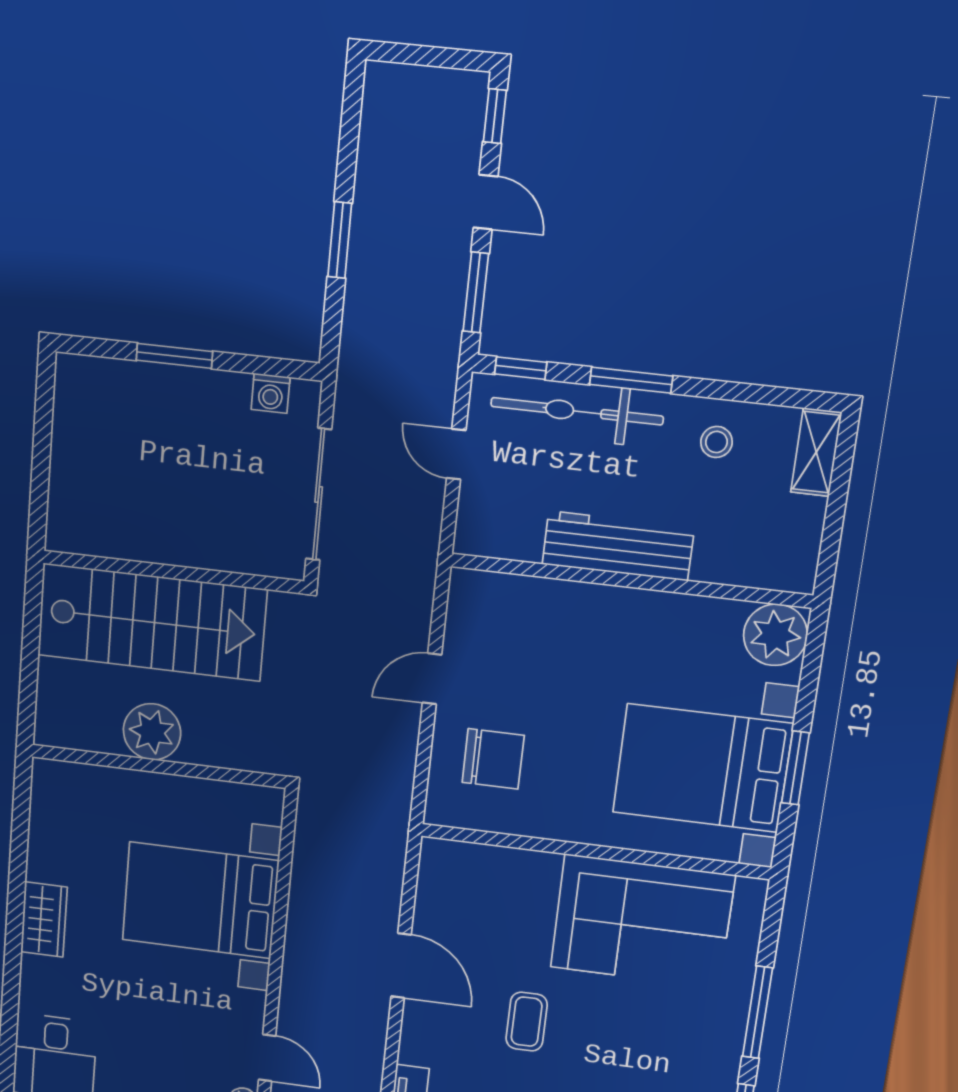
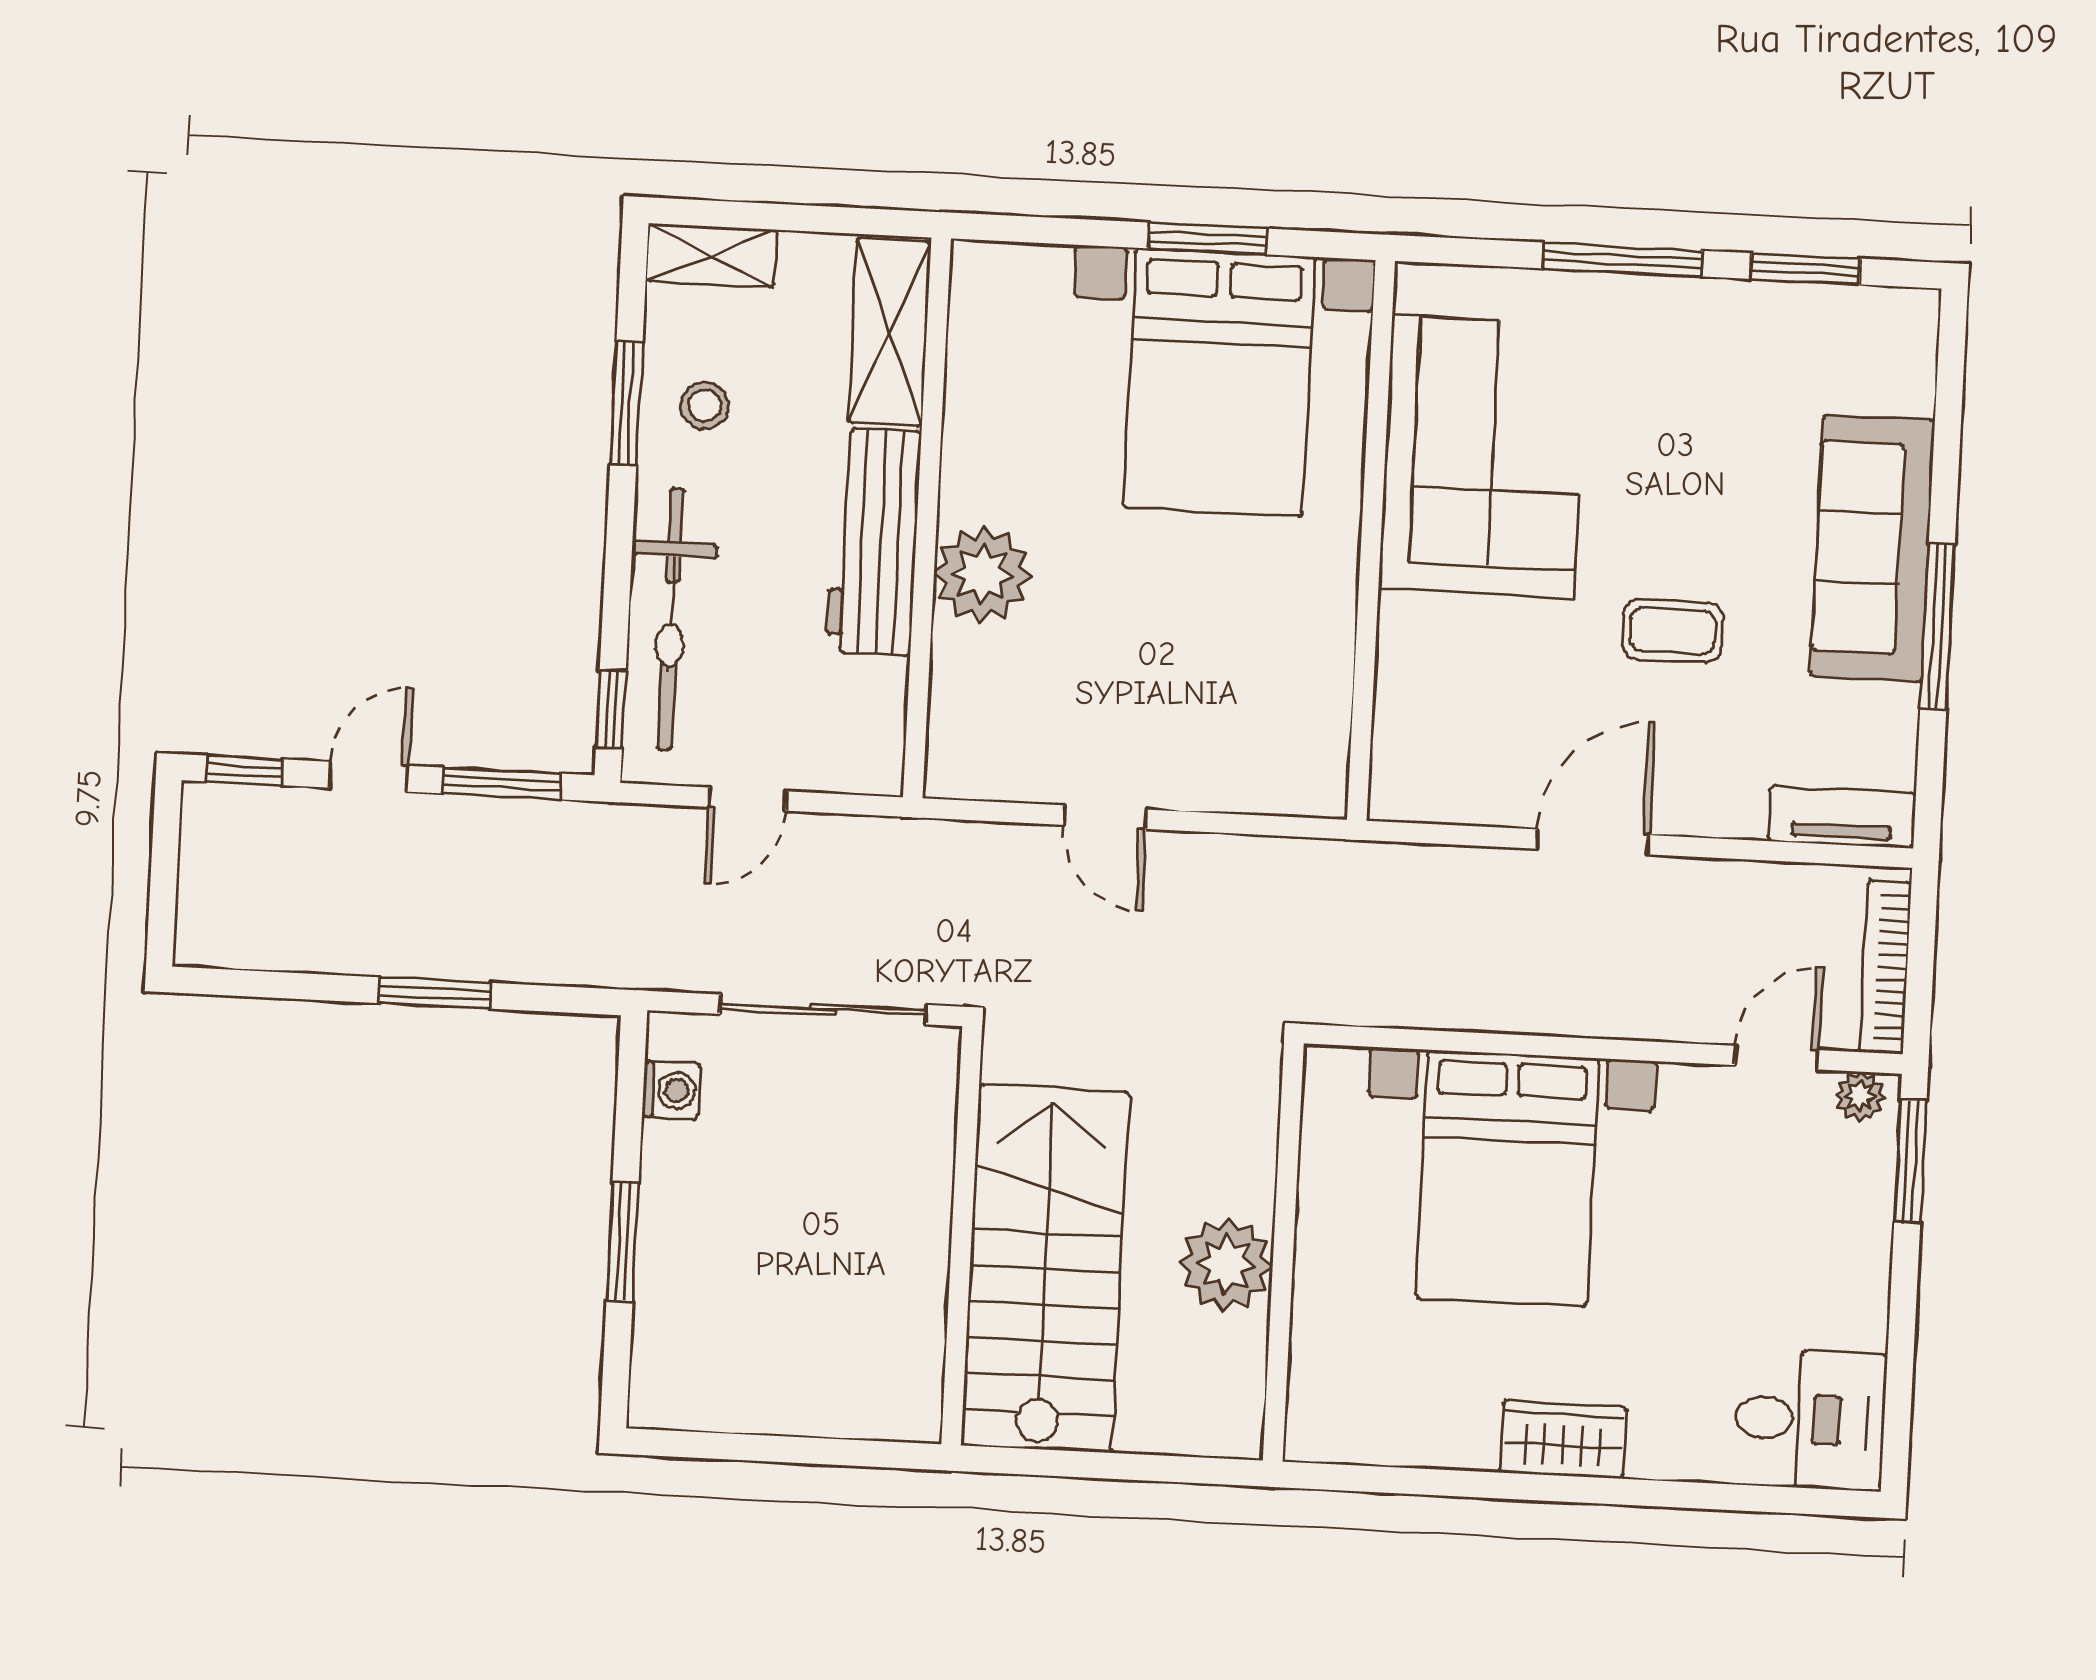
window: (631, 380) -> (626, 403), moved
shelving: (754, 565) -> (890, 332), added
plant: (775, 635) -> (983, 574), moved
chair: (493, 759) -> (1229, 713), removed

